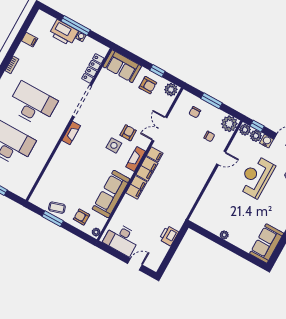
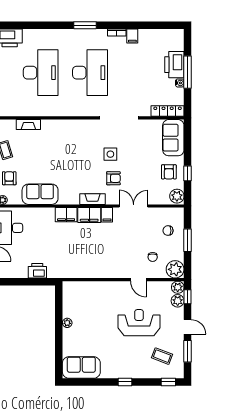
filing cabinet: (30, 40) -> (132, 36), moved
locker: (93, 68) -> (168, 111), moved
fireplace: (71, 133) -> (28, 124), moved
water cooler: (267, 141) -> (178, 314), removed
side table: (114, 145) -> (110, 154), moved
sofa: (111, 194) -> (40, 194), width x0.73

